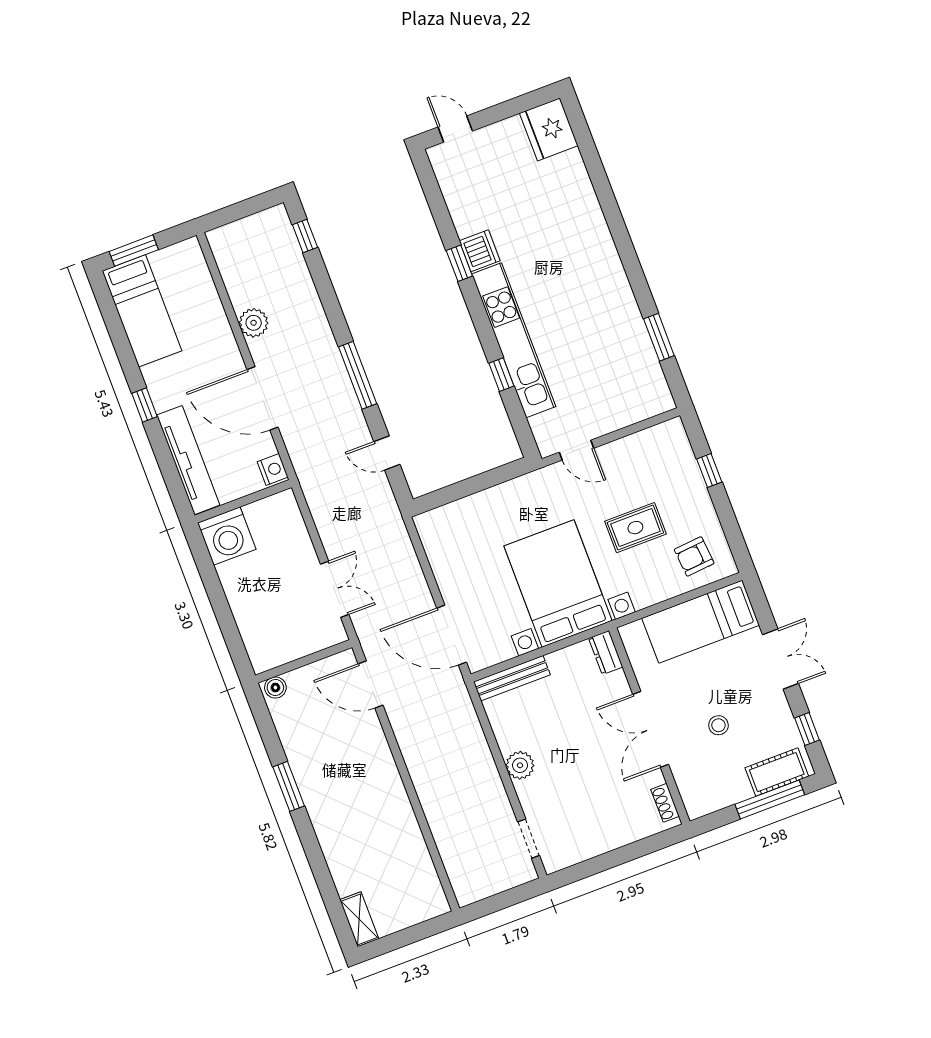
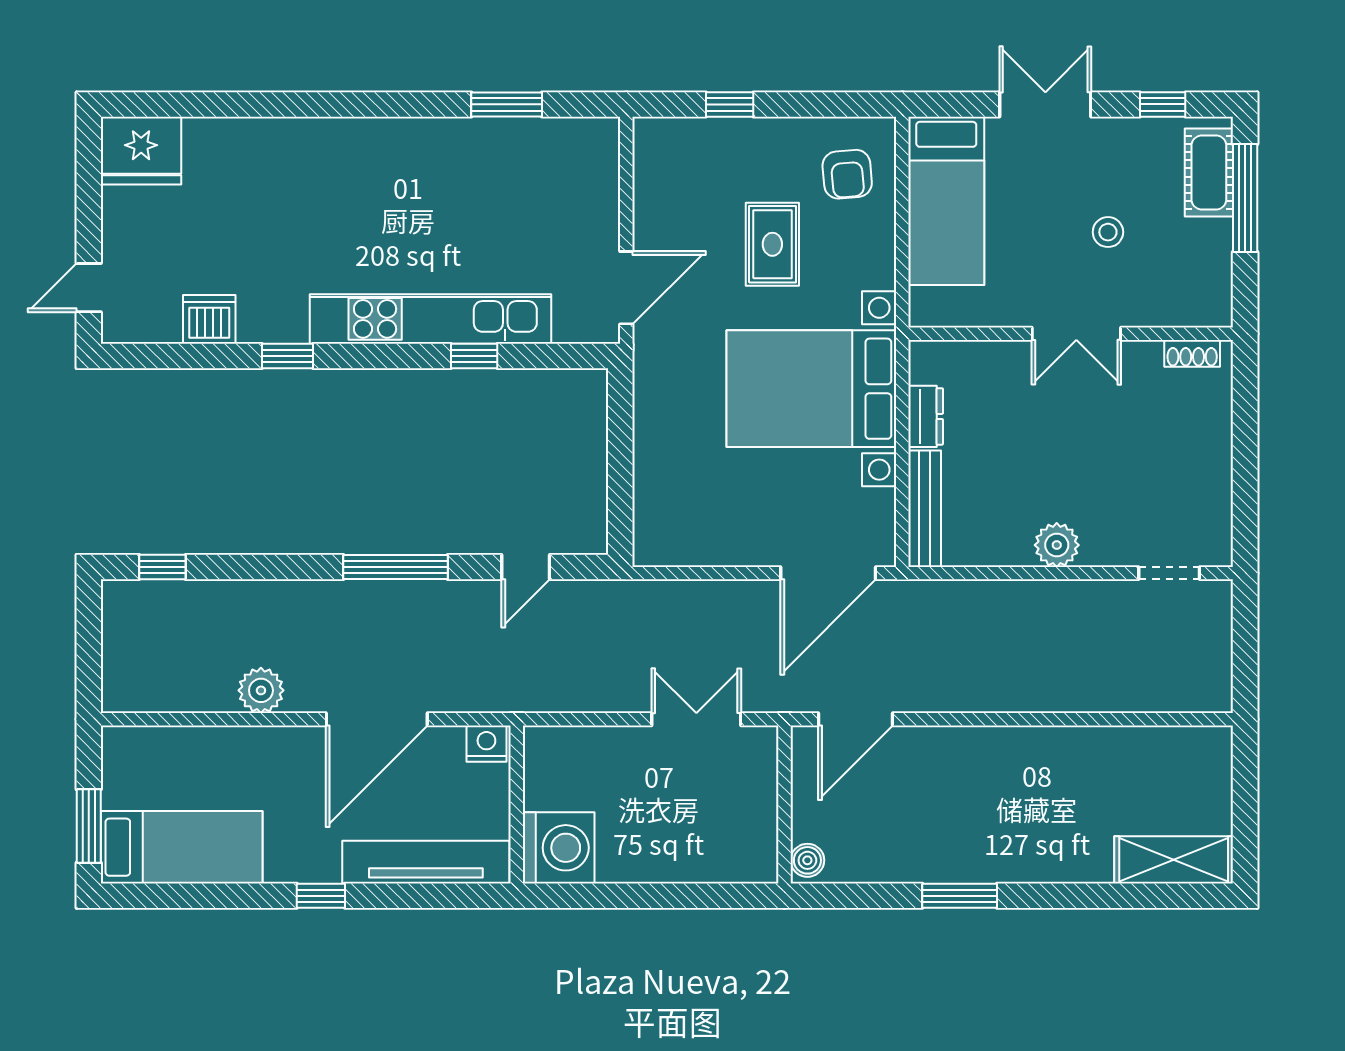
dishwasher: (480, 251) -> (209, 319), moved
door: (576, 450) -> (626, 288), width x1.38
dresser: (606, 653) -> (926, 416), moved, turned -90
double door: (651, 729) -> (1076, 334), width x0.73
shelving: (359, 919) -> (1174, 860), width x1.50, depth x1.33

